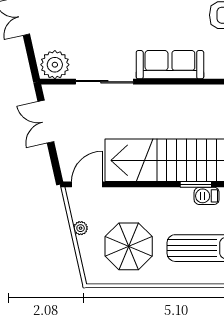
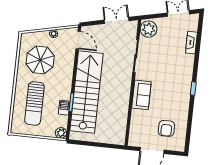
sofa: (170, 65) -> (141, 95), width x0.73

